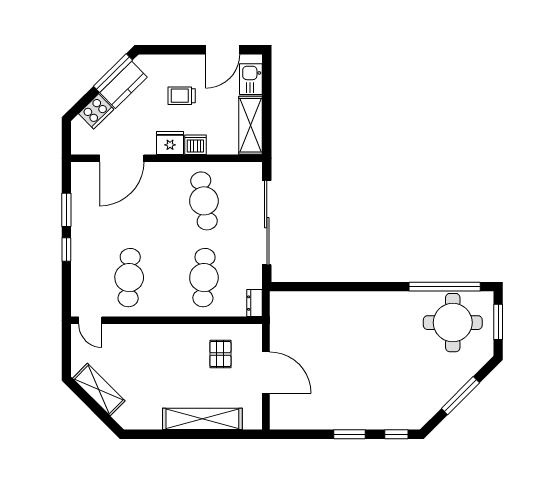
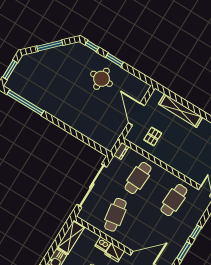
round table: (453, 323) -> (101, 79), moved, width x0.73, depth x0.73

